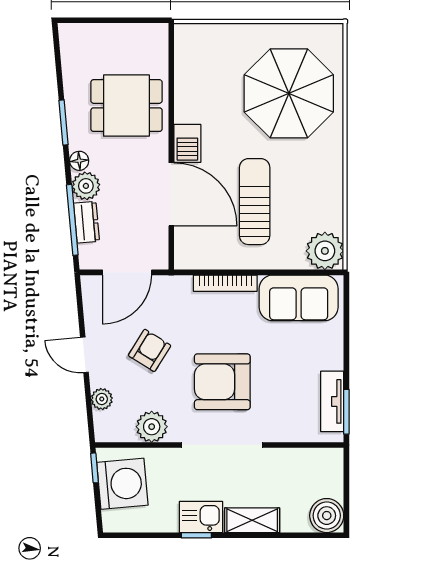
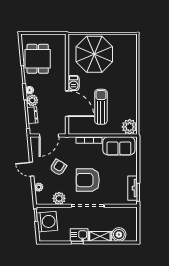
parasol: (289, 93) -> (94, 54), moved
dining table: (126, 106) -> (38, 59), moved, turned 90
boiler: (327, 516) -> (119, 235), moved

